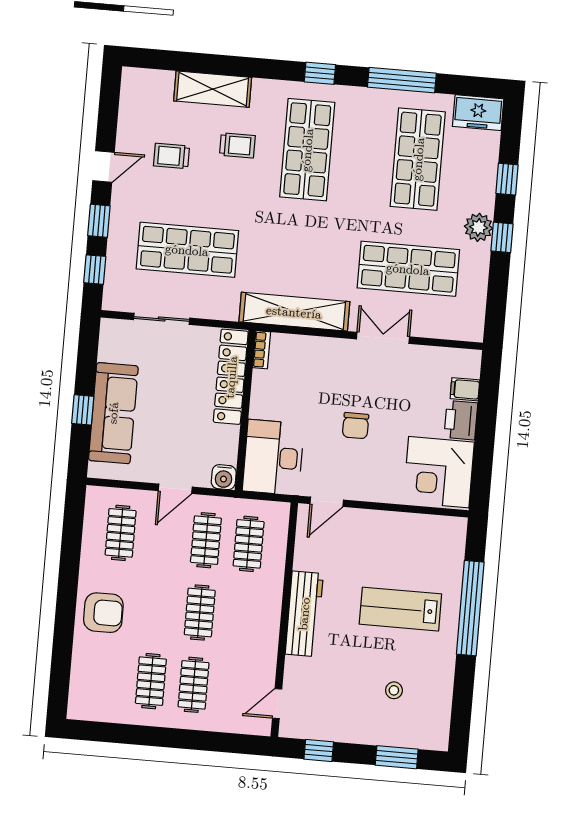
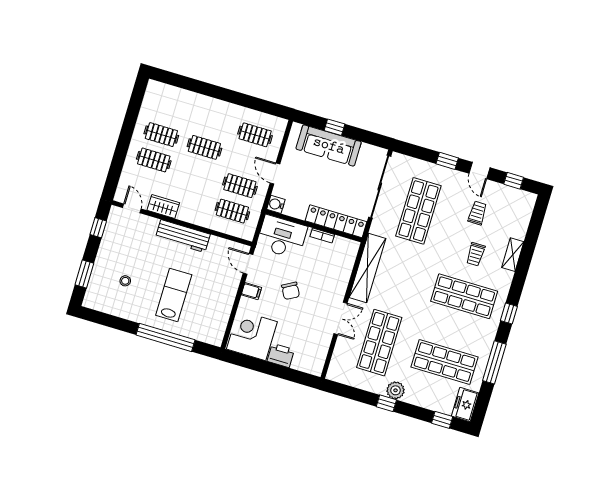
shelving: (213, 89) -> (513, 255), width x0.67, depth x0.75
window: (507, 179) -> (442, 420), moved
window: (95, 270) -> (514, 181), moved
sliding door: (162, 319) -> (380, 187), width x1.86
bookcase: (262, 350) -> (322, 236), moved
filing cabinet: (465, 389) -> (251, 291), moved, turned 90
chair: (356, 426) -> (291, 291), turned -119
clothes rail: (200, 612) -> (204, 147), moved
armchair: (103, 613) -> (209, 114), removed
wardrobe: (264, 655) -> (163, 207), added

